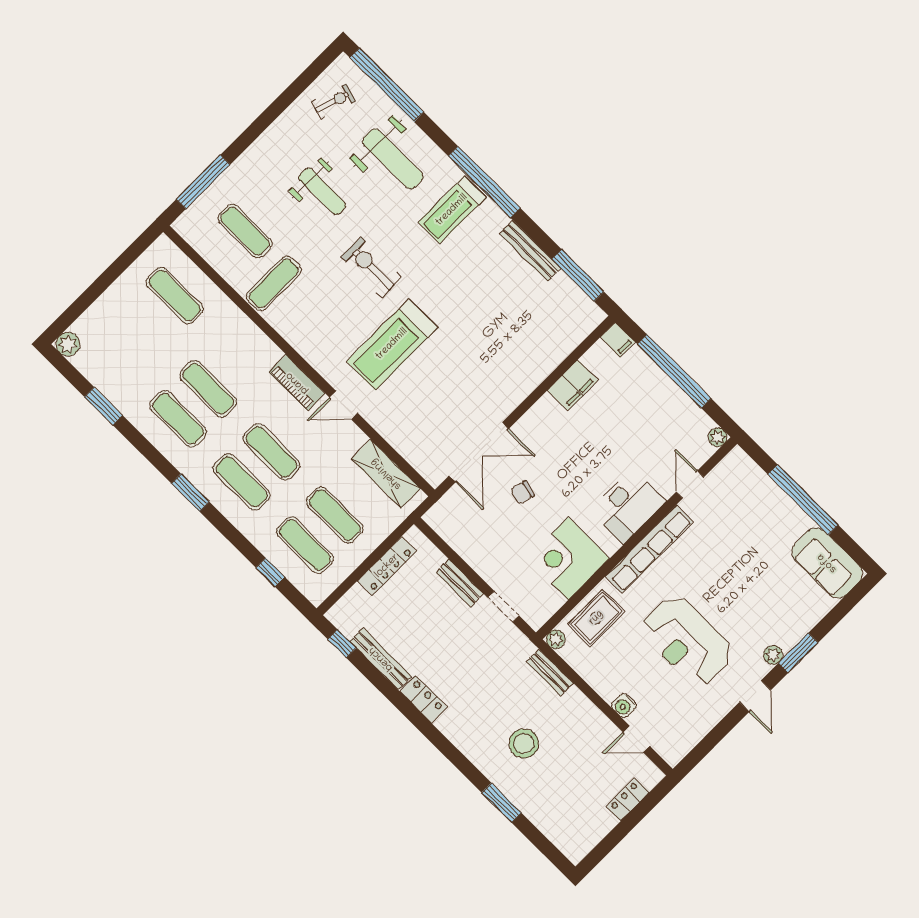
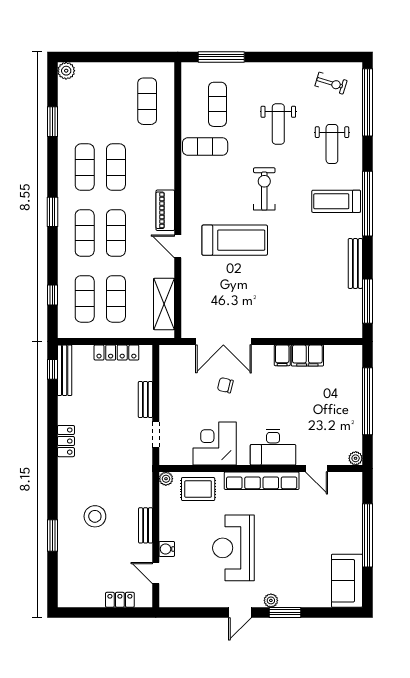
weight bench: (393, 159) -> (332, 144), width x0.73, depth x0.75
filing cabinet: (618, 340) -> (282, 355), moved
treadmill: (392, 344) -> (235, 240), turned 180
door: (690, 485) -> (317, 468), swing flipped
bench: (381, 659) -> (65, 370), moved
bench: (550, 672) -> (146, 525), moved

